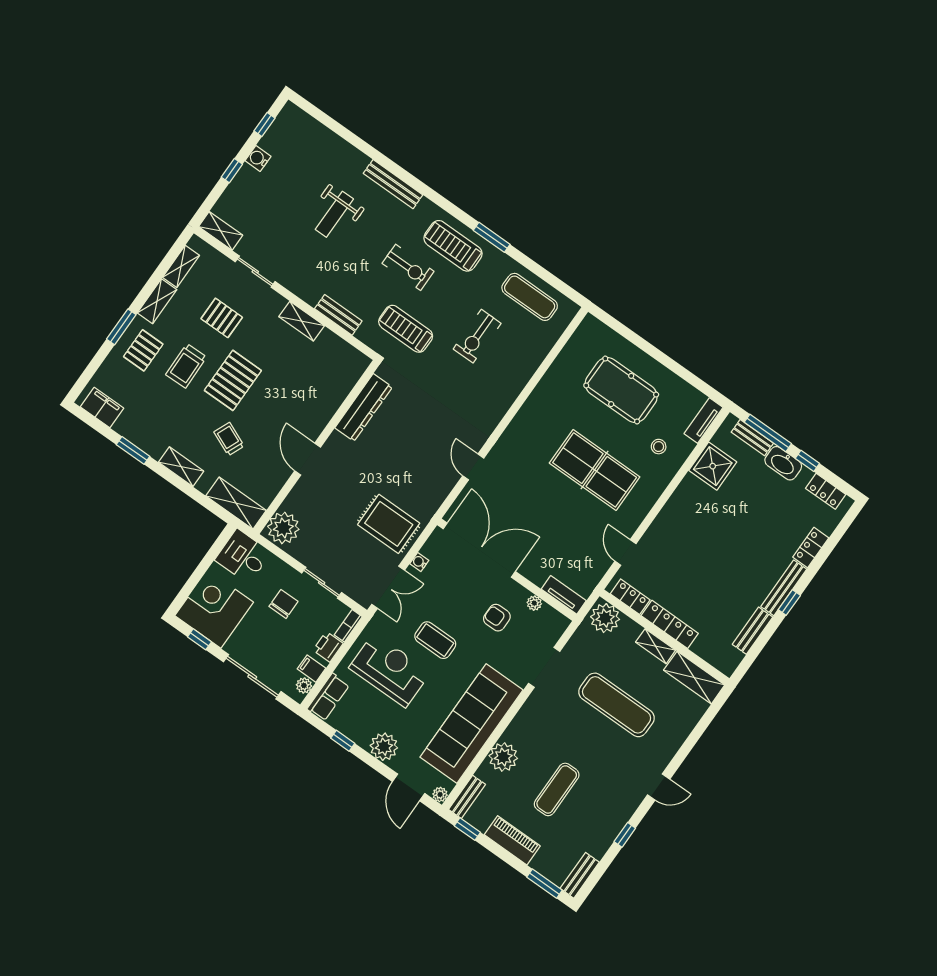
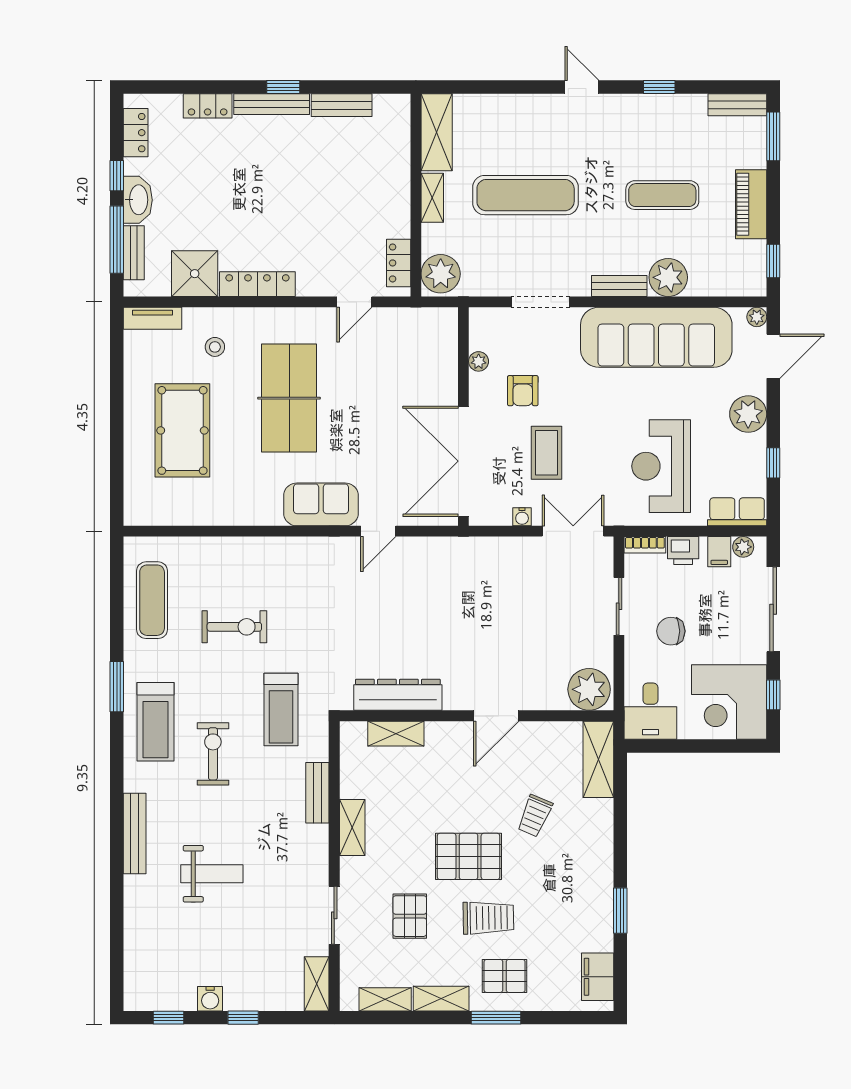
sofa: (515, 443) -> (321, 504), added
shelving: (181, 467) -> (396, 734), moved, turned 90
rug: (389, 524) -> (504, 579), removed
tv unit: (564, 595) -> (447, 336), removed
locker: (670, 624) -> (257, 284), moved, turned 90
coffee table: (435, 640) -> (547, 453), moved
exercise mat: (617, 705) -> (526, 195), turned 90
bench: (467, 797) -> (619, 286), moved

